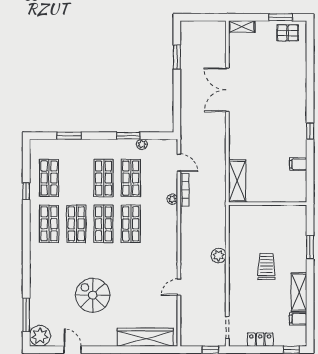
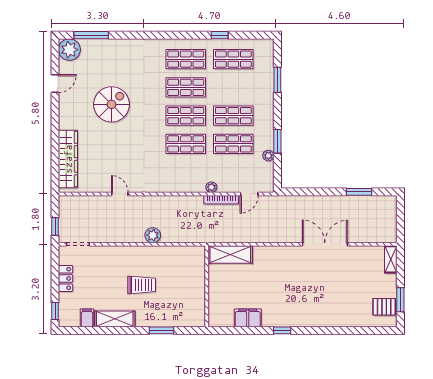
pallet: (288, 33) -> (384, 307), turned 90
filing cabinet: (298, 164) -> (248, 318), width x2.00

